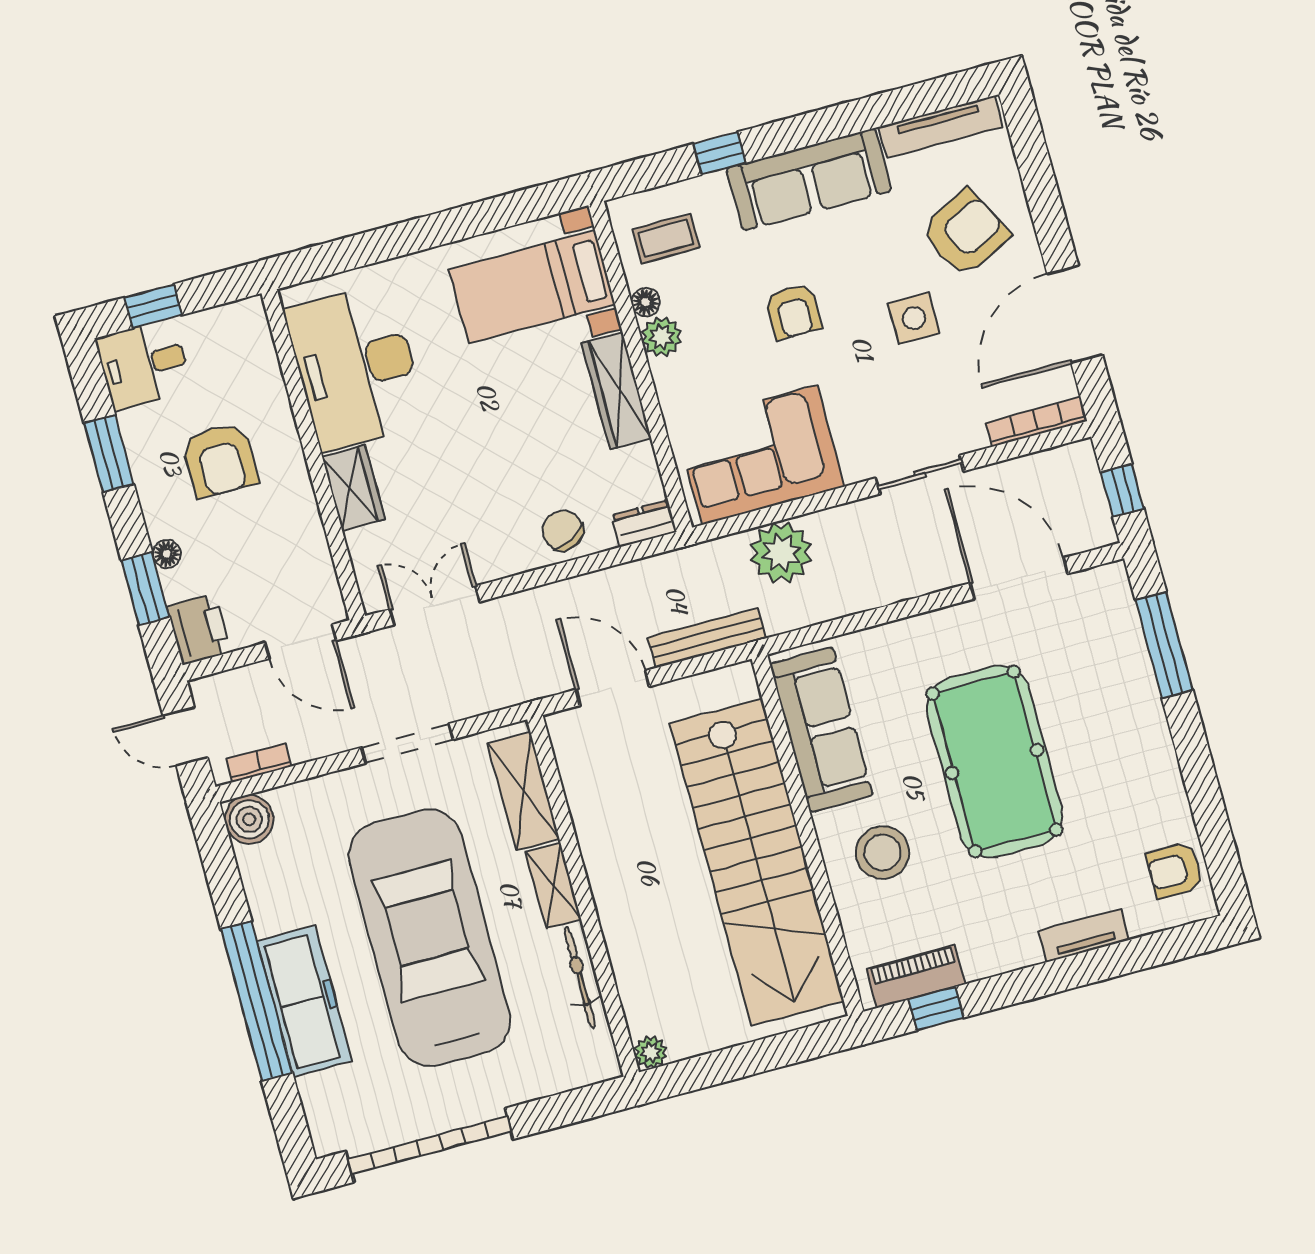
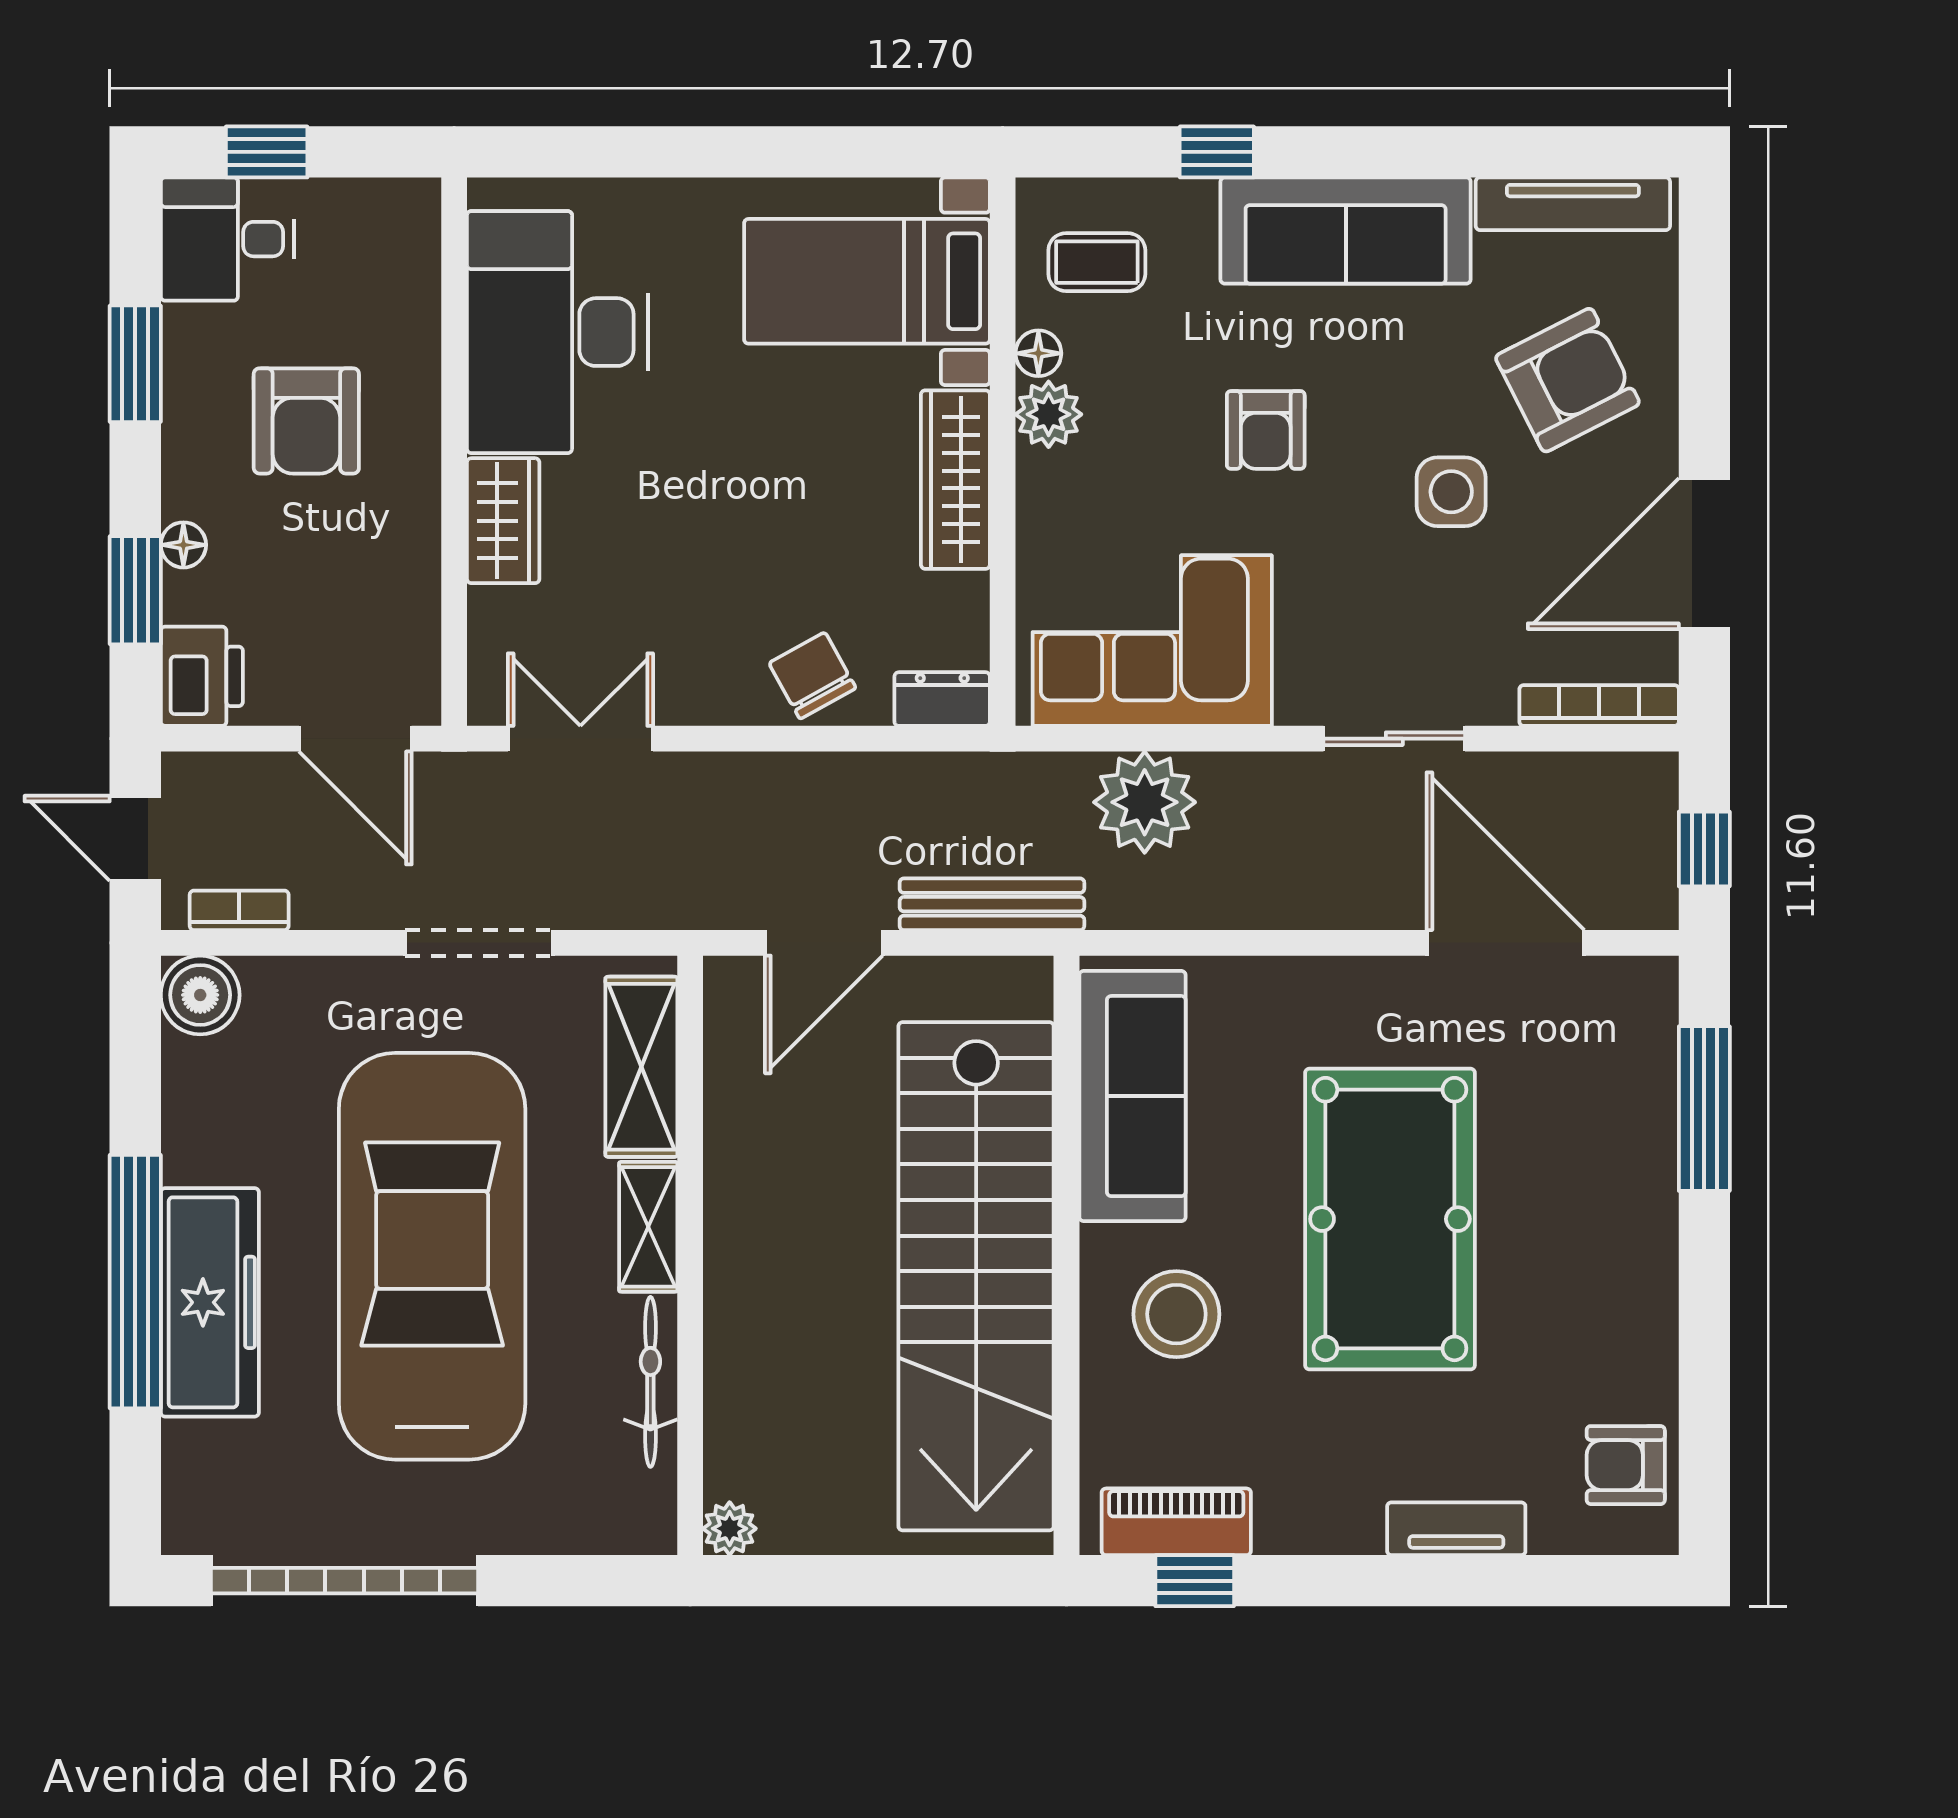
door: (613, 688) -> (824, 943), swing flipped

